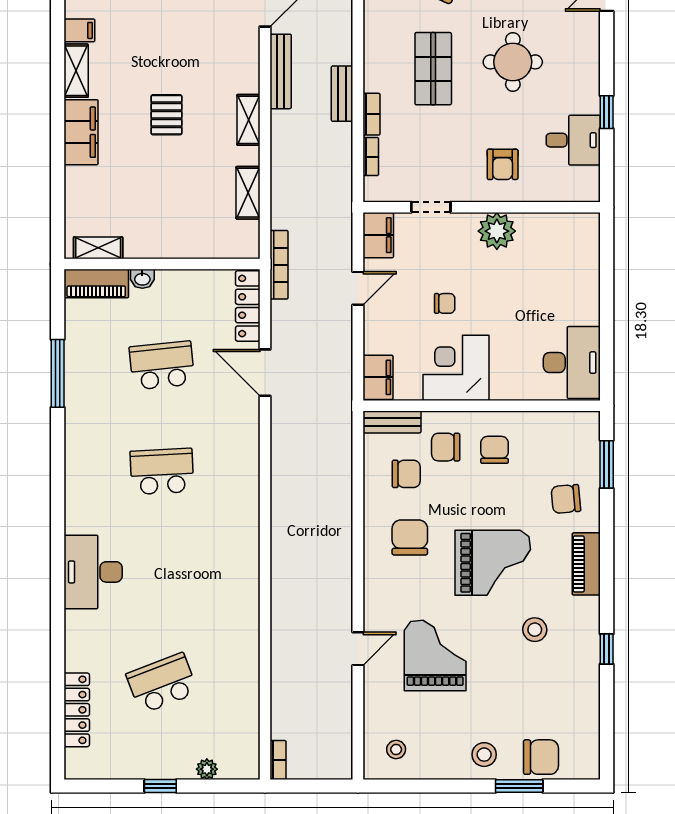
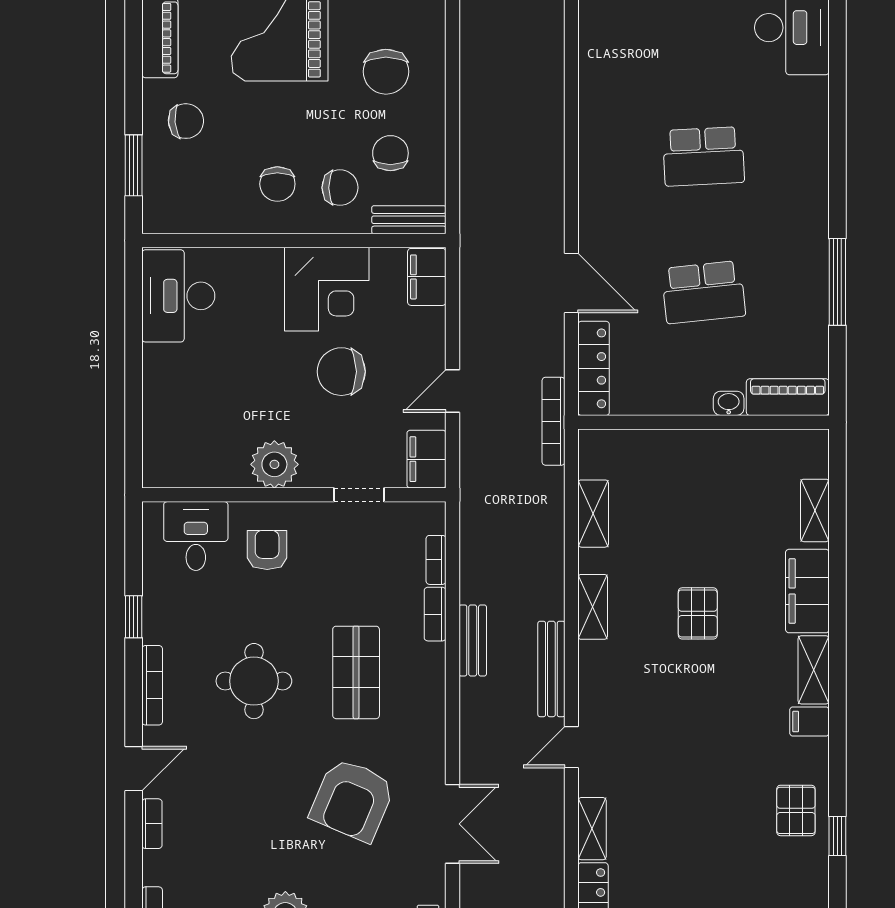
bookcase: (592, 59) -> (152, 685), added
desk: (573, 140) -> (196, 536), moved, turned 90
shelving: (98, 248) -> (815, 510), moved, turned 90
chair: (445, 303) -> (341, 372), width x1.87, depth x1.87
chair: (406, 474) -> (390, 153), turned 90

